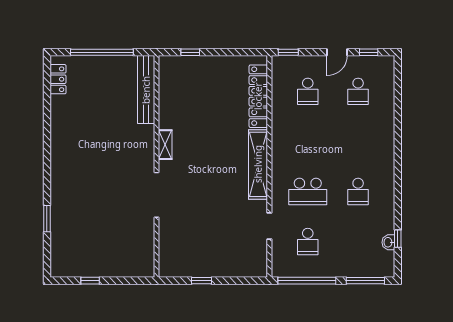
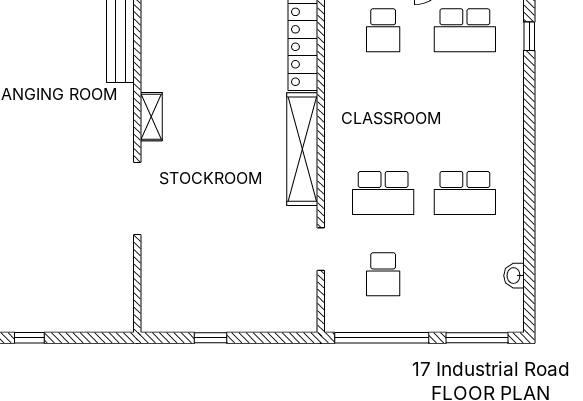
school desk: (358, 91) -> (465, 30), width x1.85
school desk: (358, 191) -> (465, 193), width x1.85
window: (398, 239) -> (529, 36), moved

